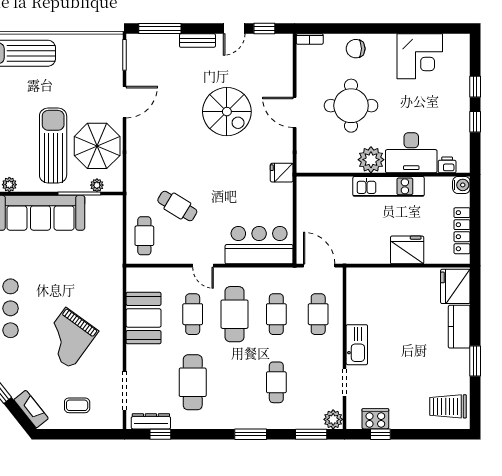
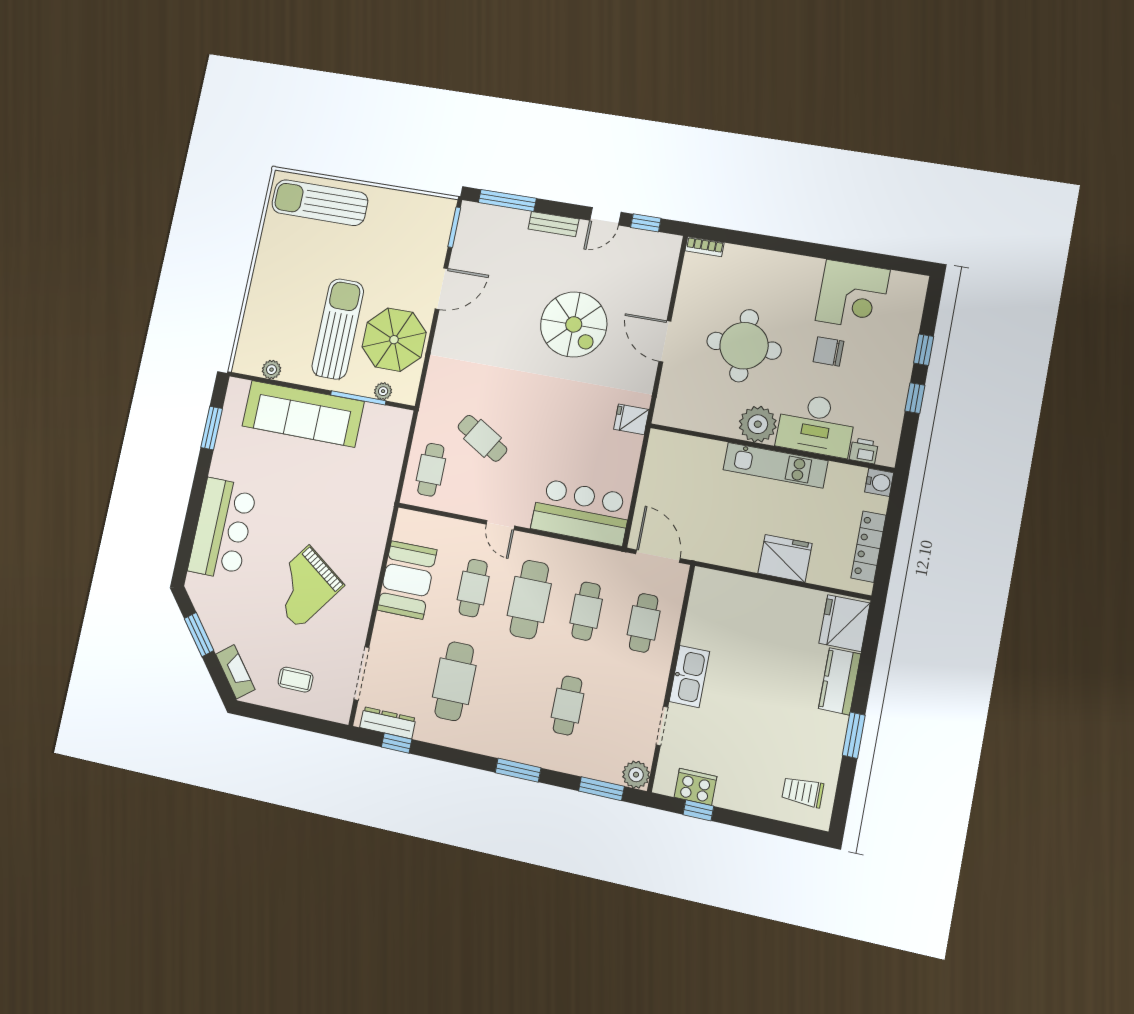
chair: (356, 49) -> (828, 351), moved
trolley: (448, 406) -> (803, 792), width x0.73, depth x0.72

